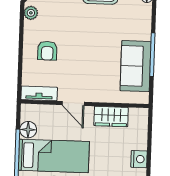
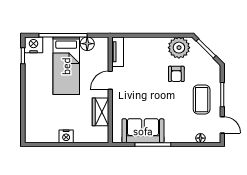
plant: (31, 13) -> (179, 48), width x1.88, depth x1.88
armchair: (47, 51) -> (176, 74), moved, turned -90

